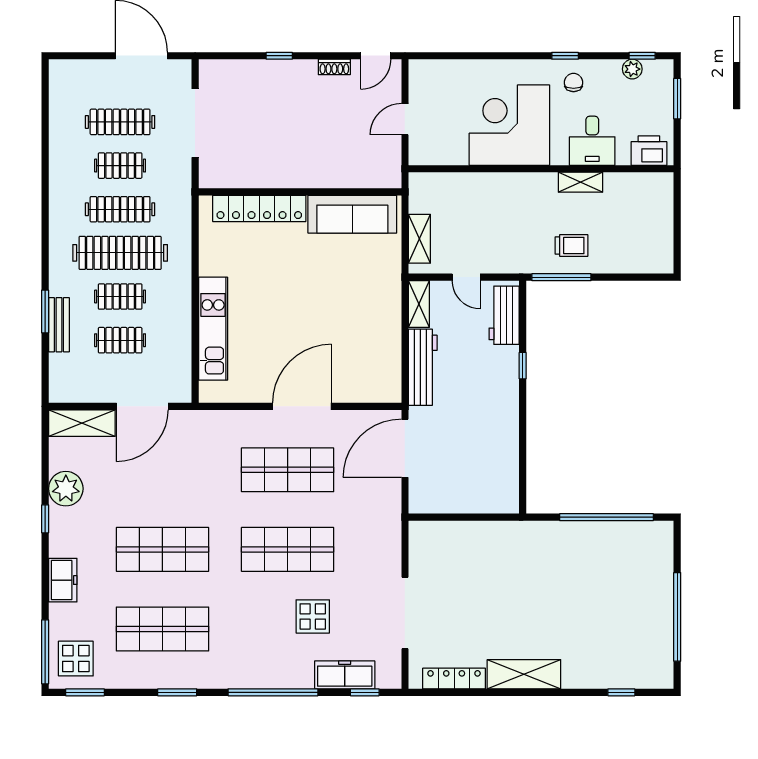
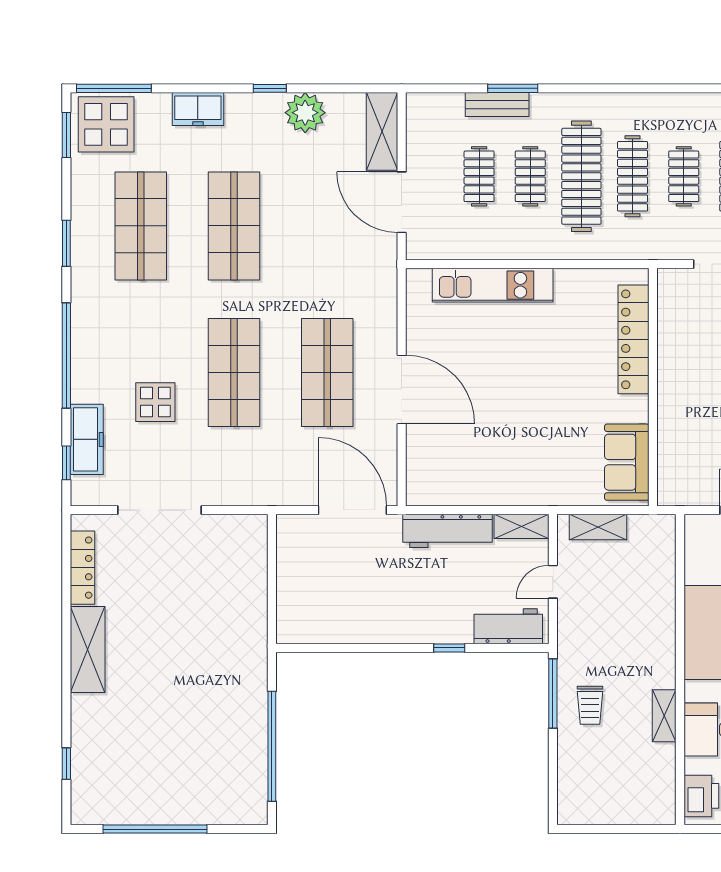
sofa: (352, 214) -> (627, 462), width x0.73
display table: (76, 659) -> (106, 124), width x1.36, depth x1.36

